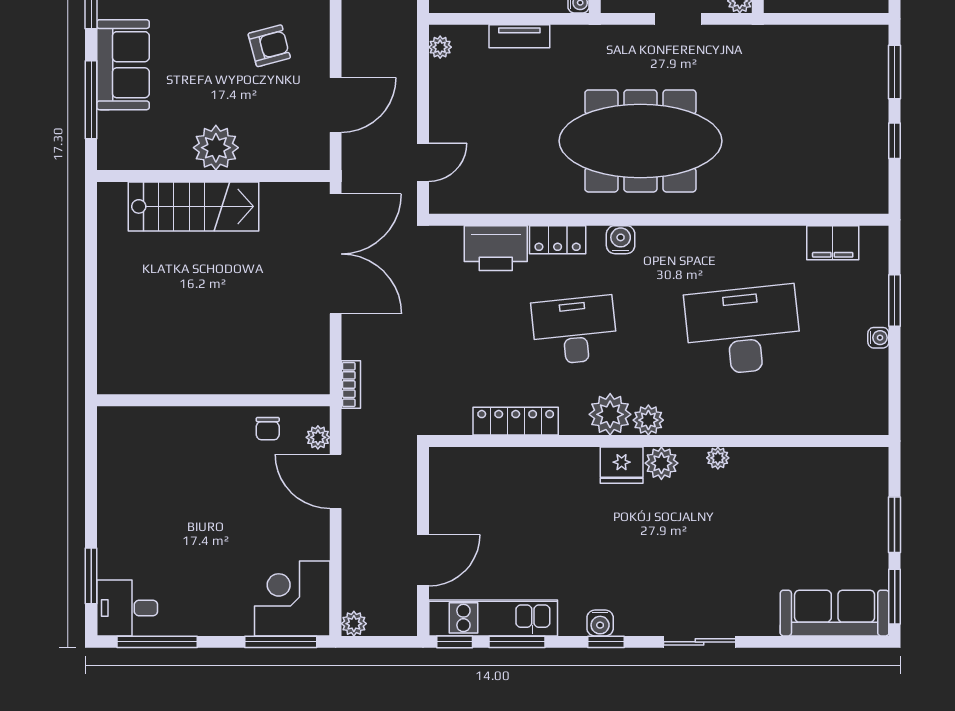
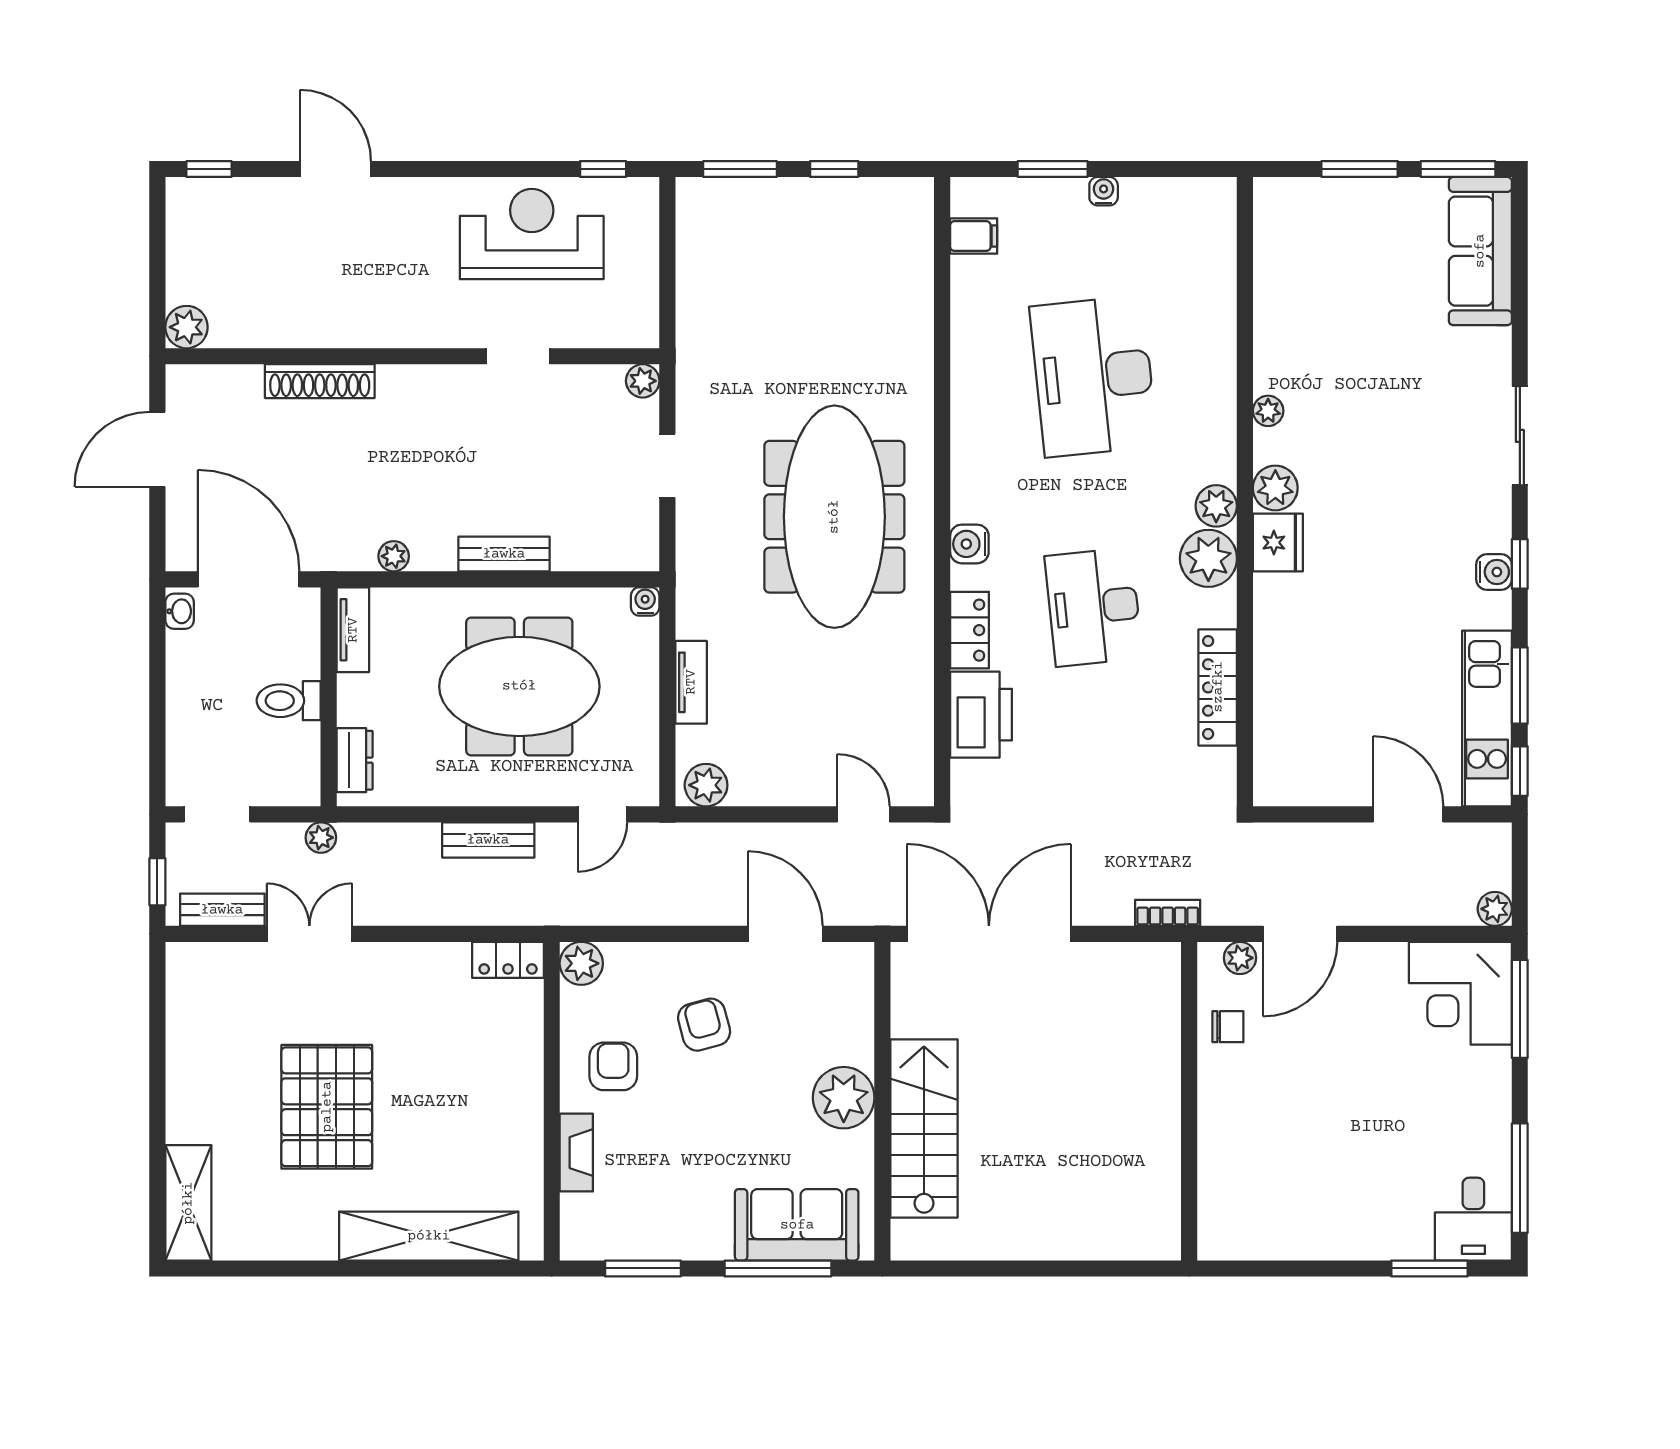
plant: (440, 47) -> (706, 785), width x1.38, depth x1.38
sofa: (123, 65) -> (797, 1225), moved
filing cabinet: (833, 243) -> (974, 236), width x0.50

